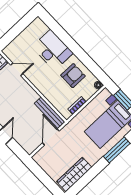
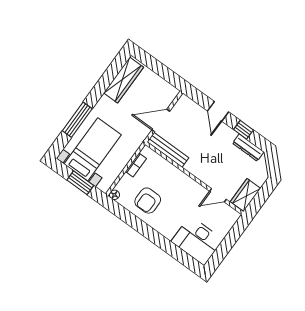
desk: (52, 50) -> (197, 241), moved
door: (51, 137) -> (161, 121), swing flipped

